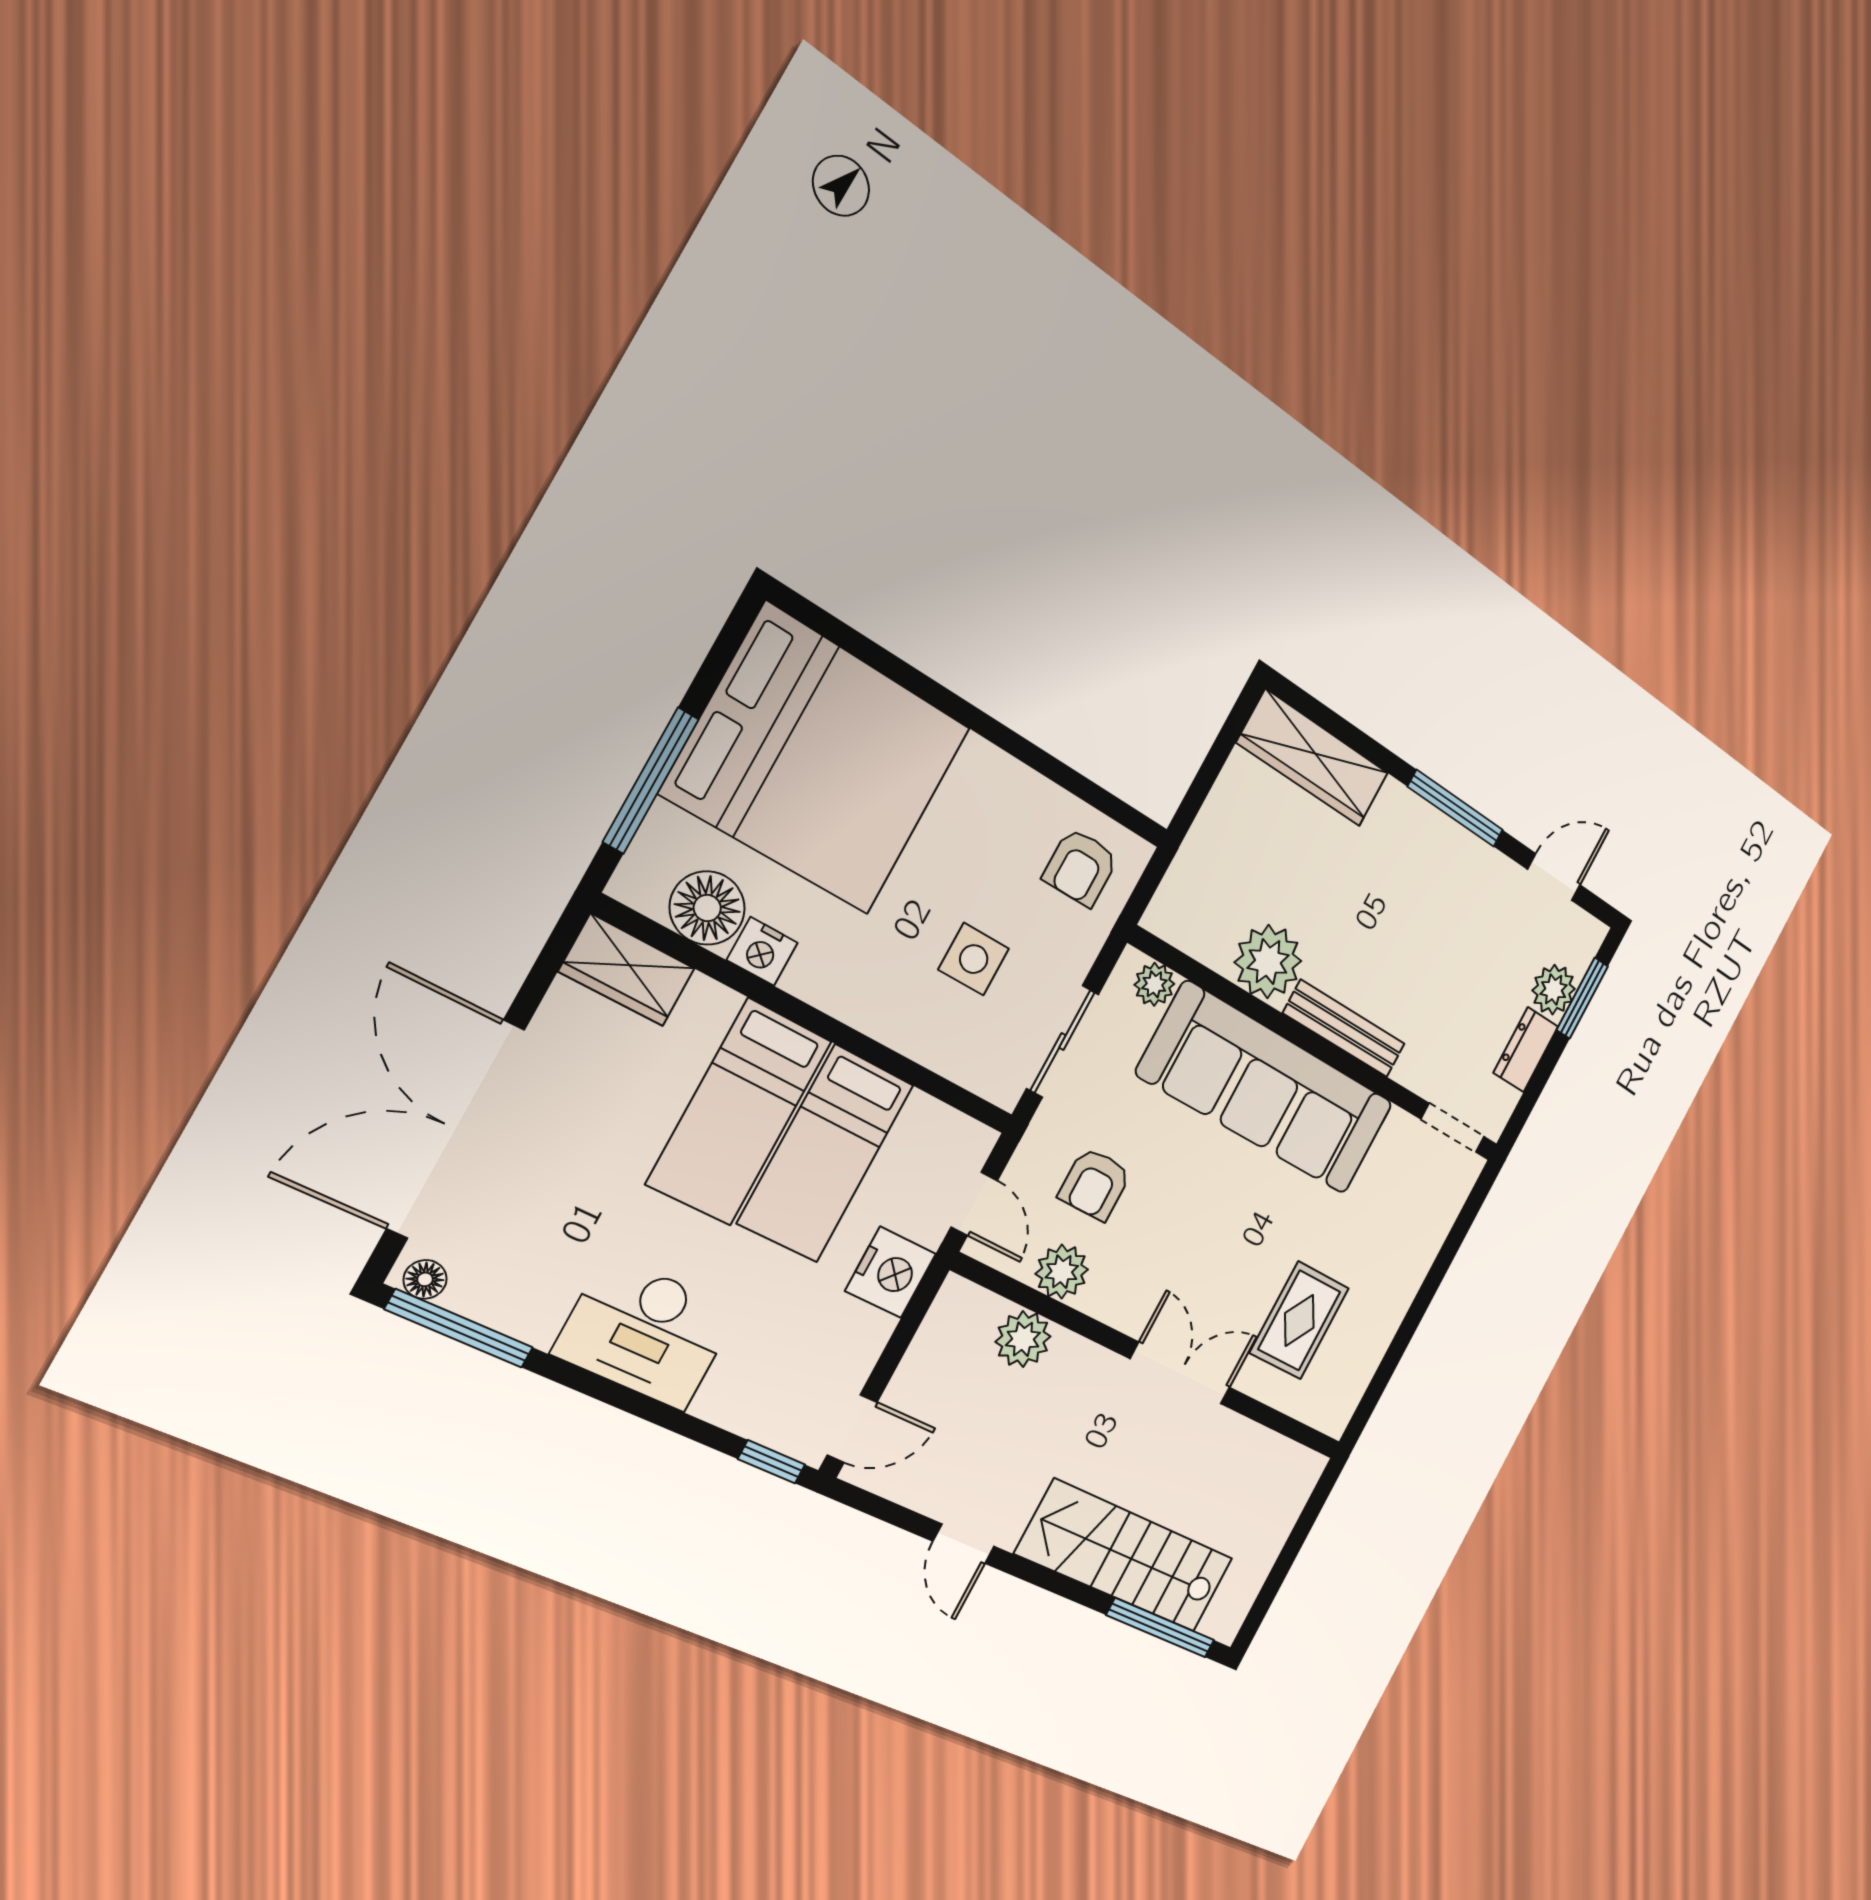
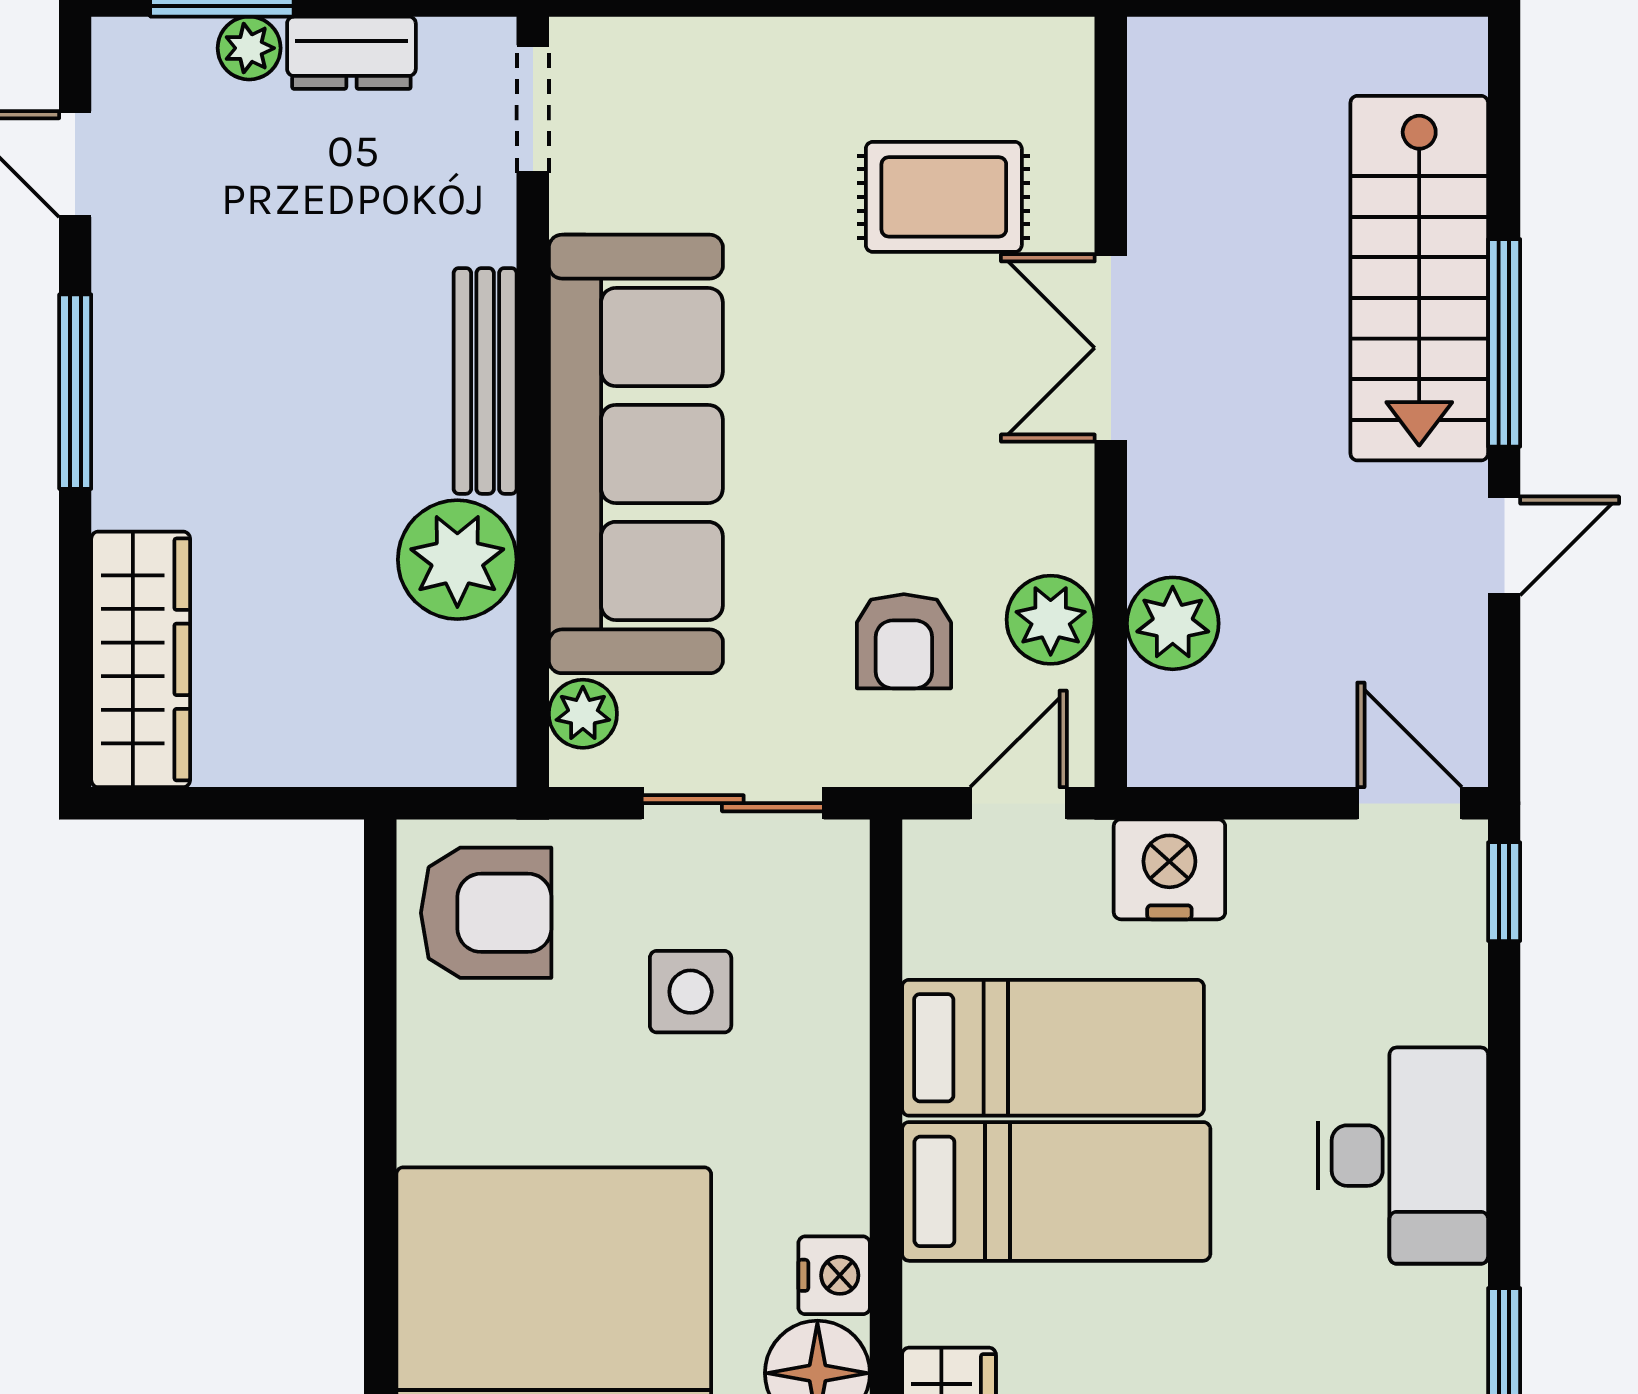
armchair: (1081, 867) -> (486, 913), width x1.38, depth x1.38
plant: (1554, 990) -> (249, 48), width x0.73, depth x0.73
armchair: (1095, 1184) -> (904, 641), turned 90
window: (1161, 1628) -> (1504, 343), moved

